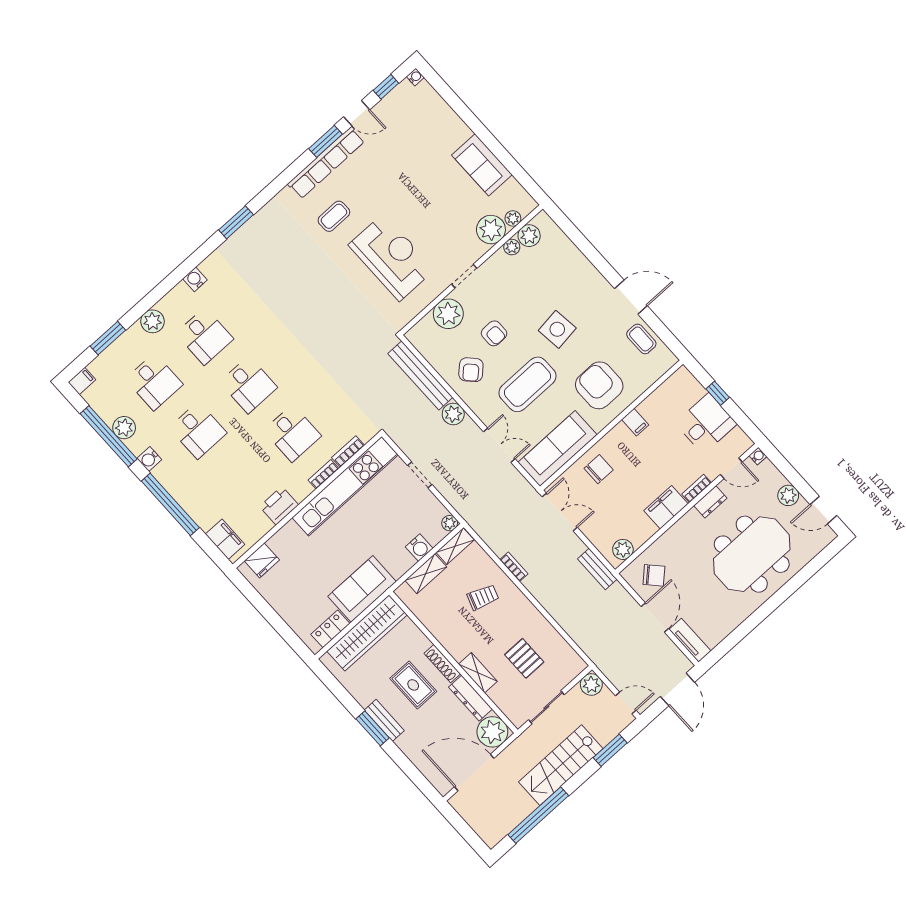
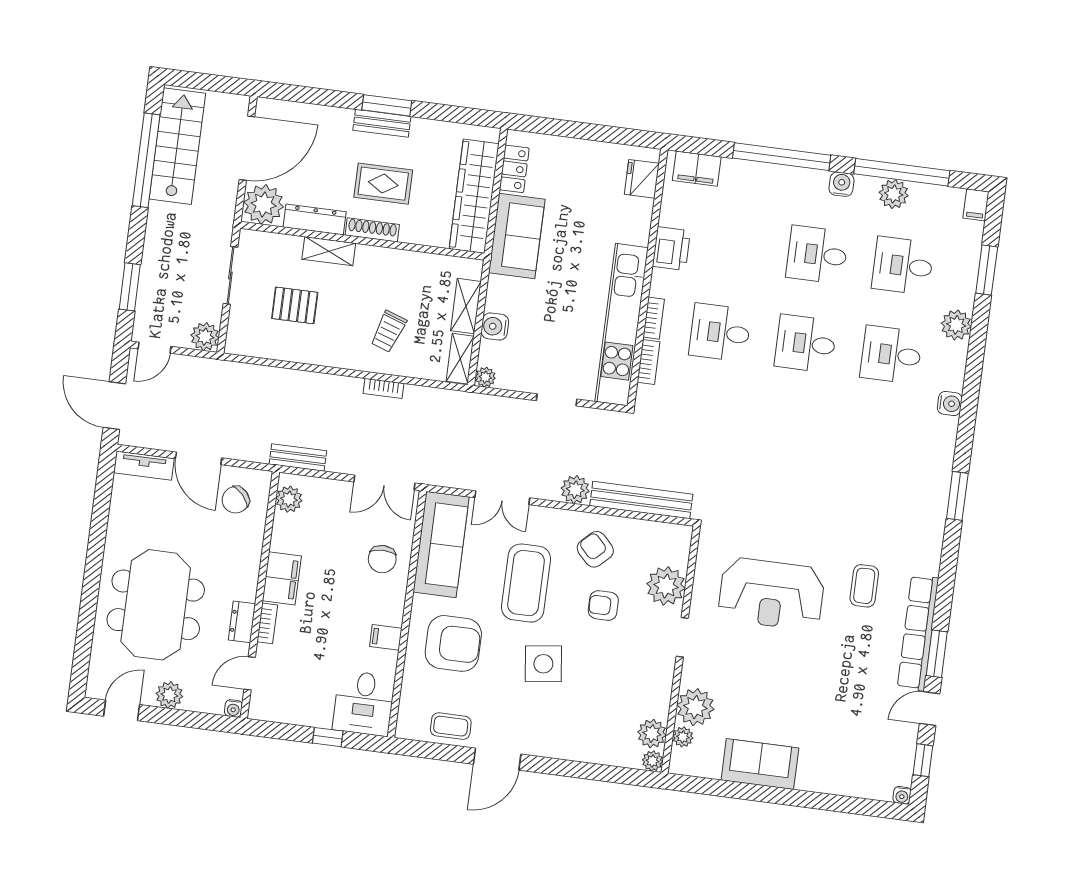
plant: (512, 247) -> (652, 761), moved
desk: (706, 424) -> (364, 703), moved
stairs: (561, 765) -> (177, 146), moved

